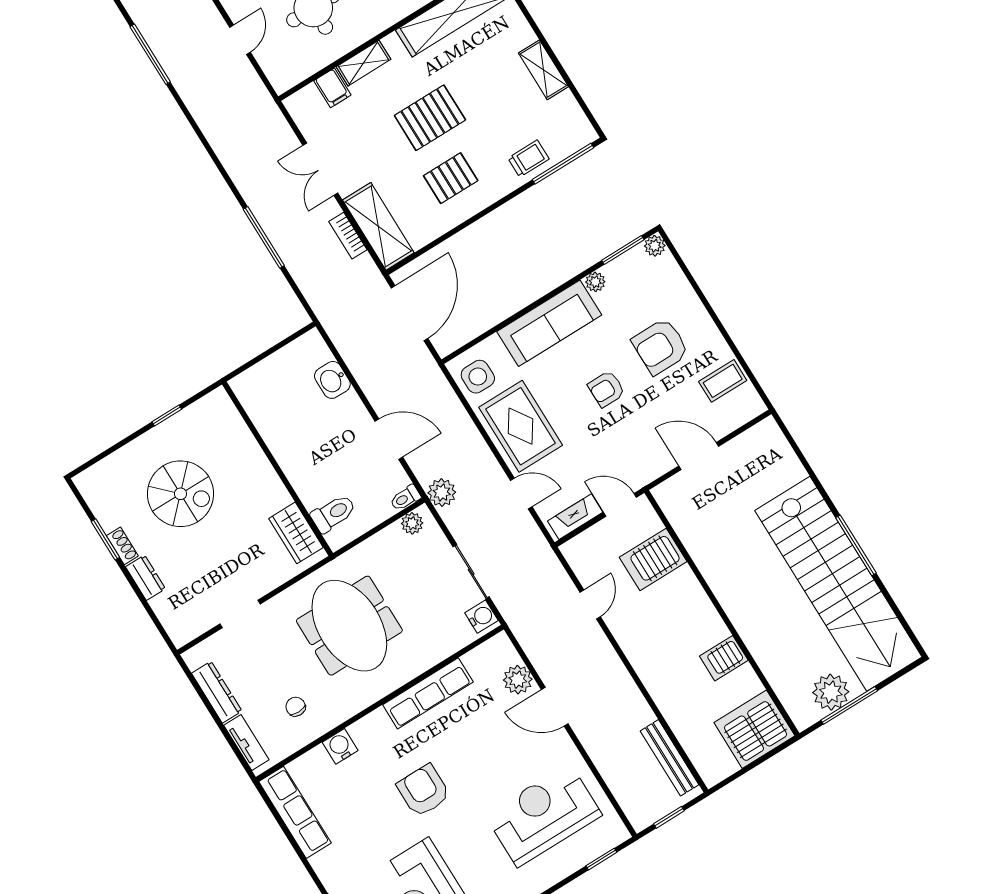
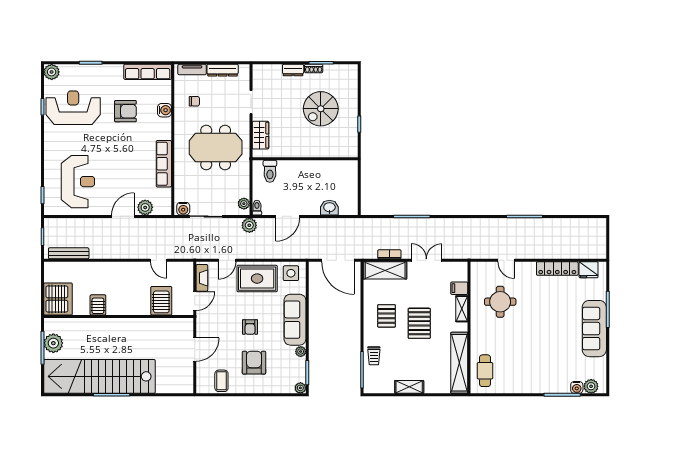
armchair: (606, 389) -> (250, 327), turned 180
wardrobe: (296, 533) -> (260, 135), moved, turned 90
armchair: (423, 790) -> (125, 111), moved

